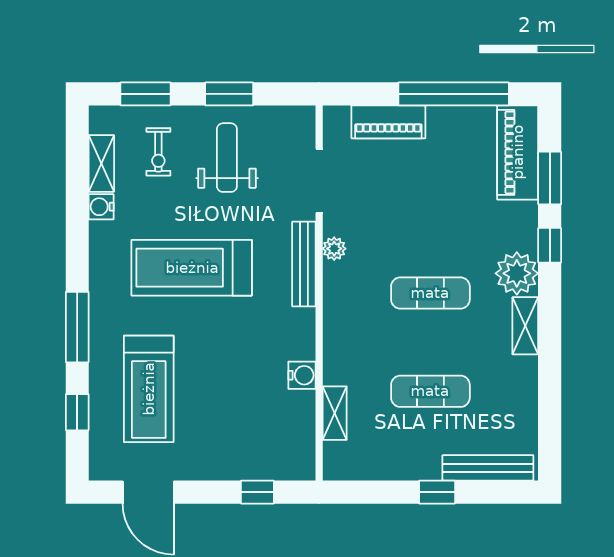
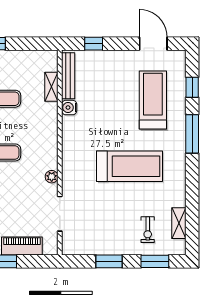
exercise bike: (158, 152) -> (148, 230), turned 180
weight bench: (227, 158) -> (110, 226), removed
water cooler: (101, 207) -> (179, 200), removed
bench: (304, 264) -> (68, 76), moved

